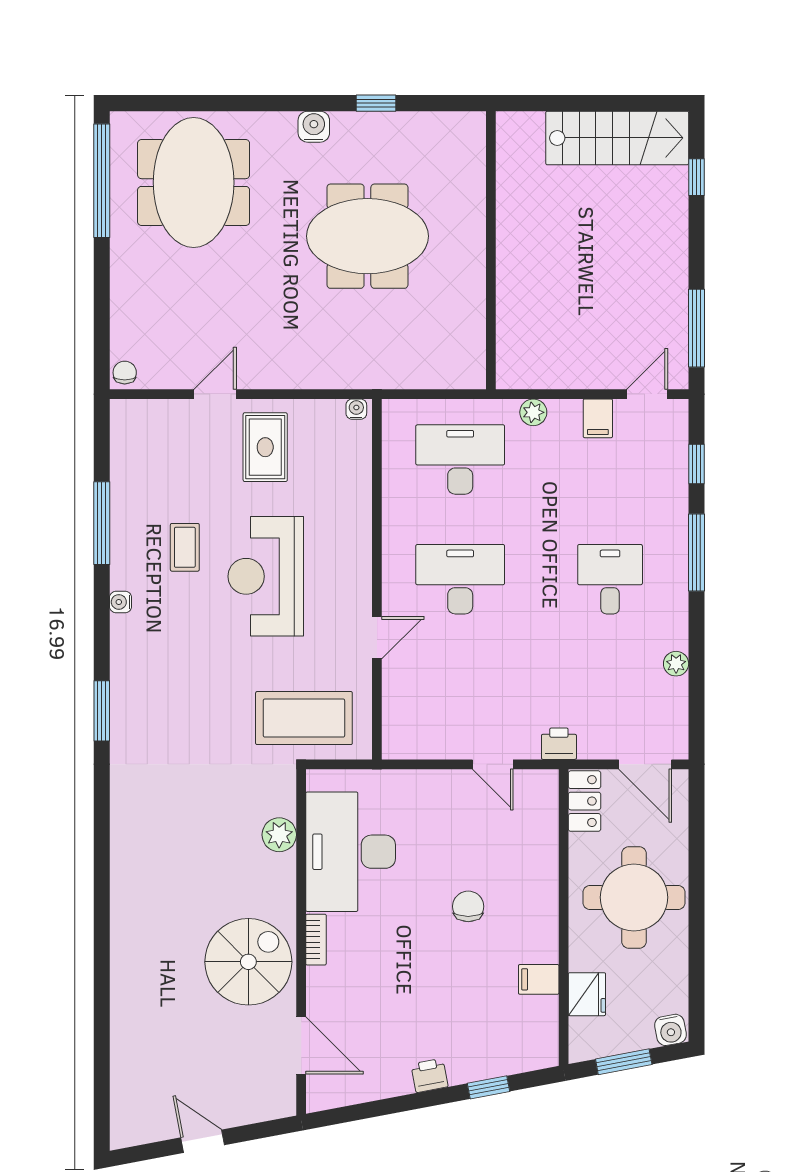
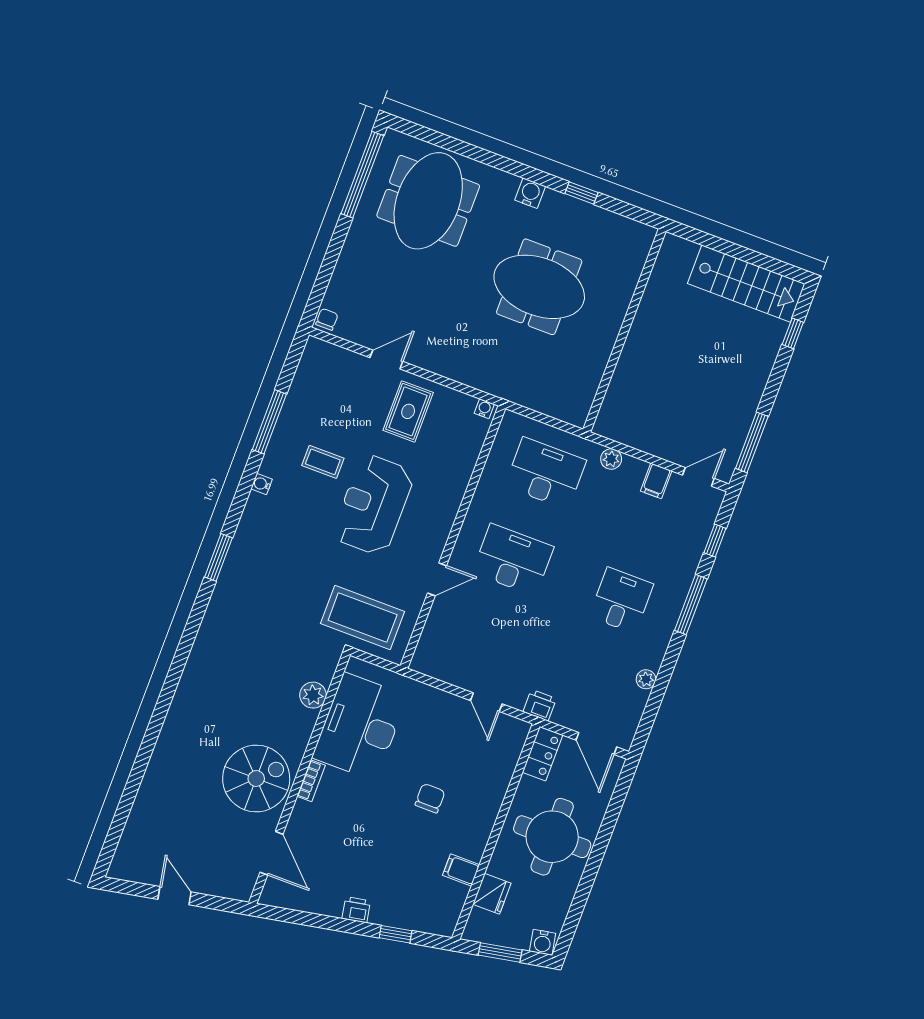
coffee table: (185, 547) -> (323, 462), turned 90

